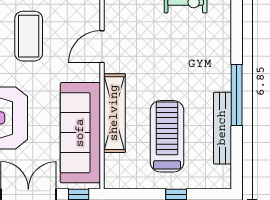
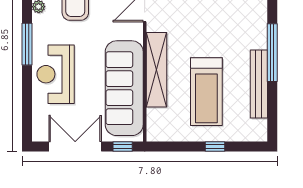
treadmill: (167, 136) -> (206, 92), turned 180

